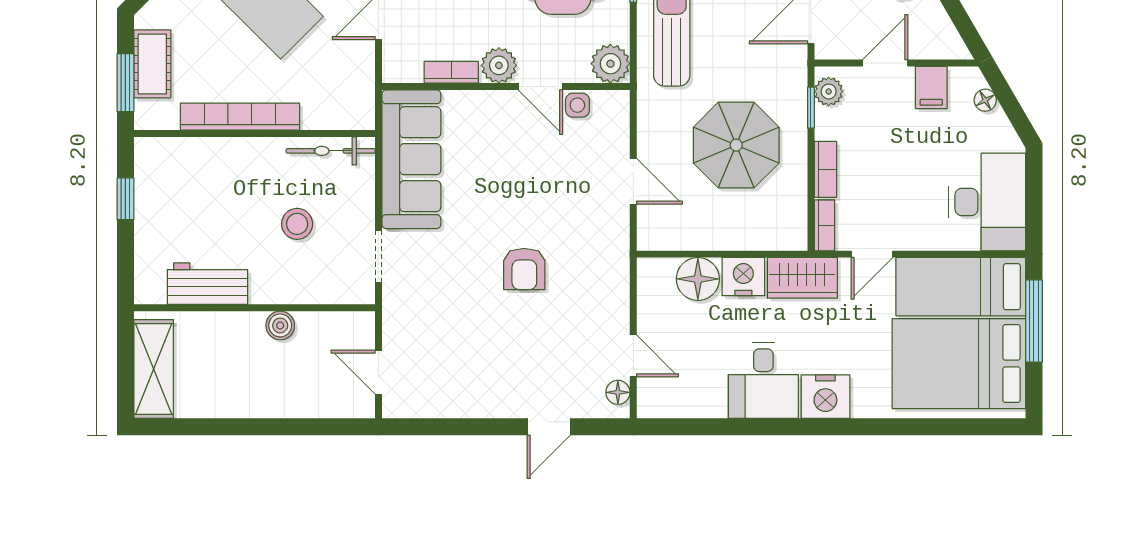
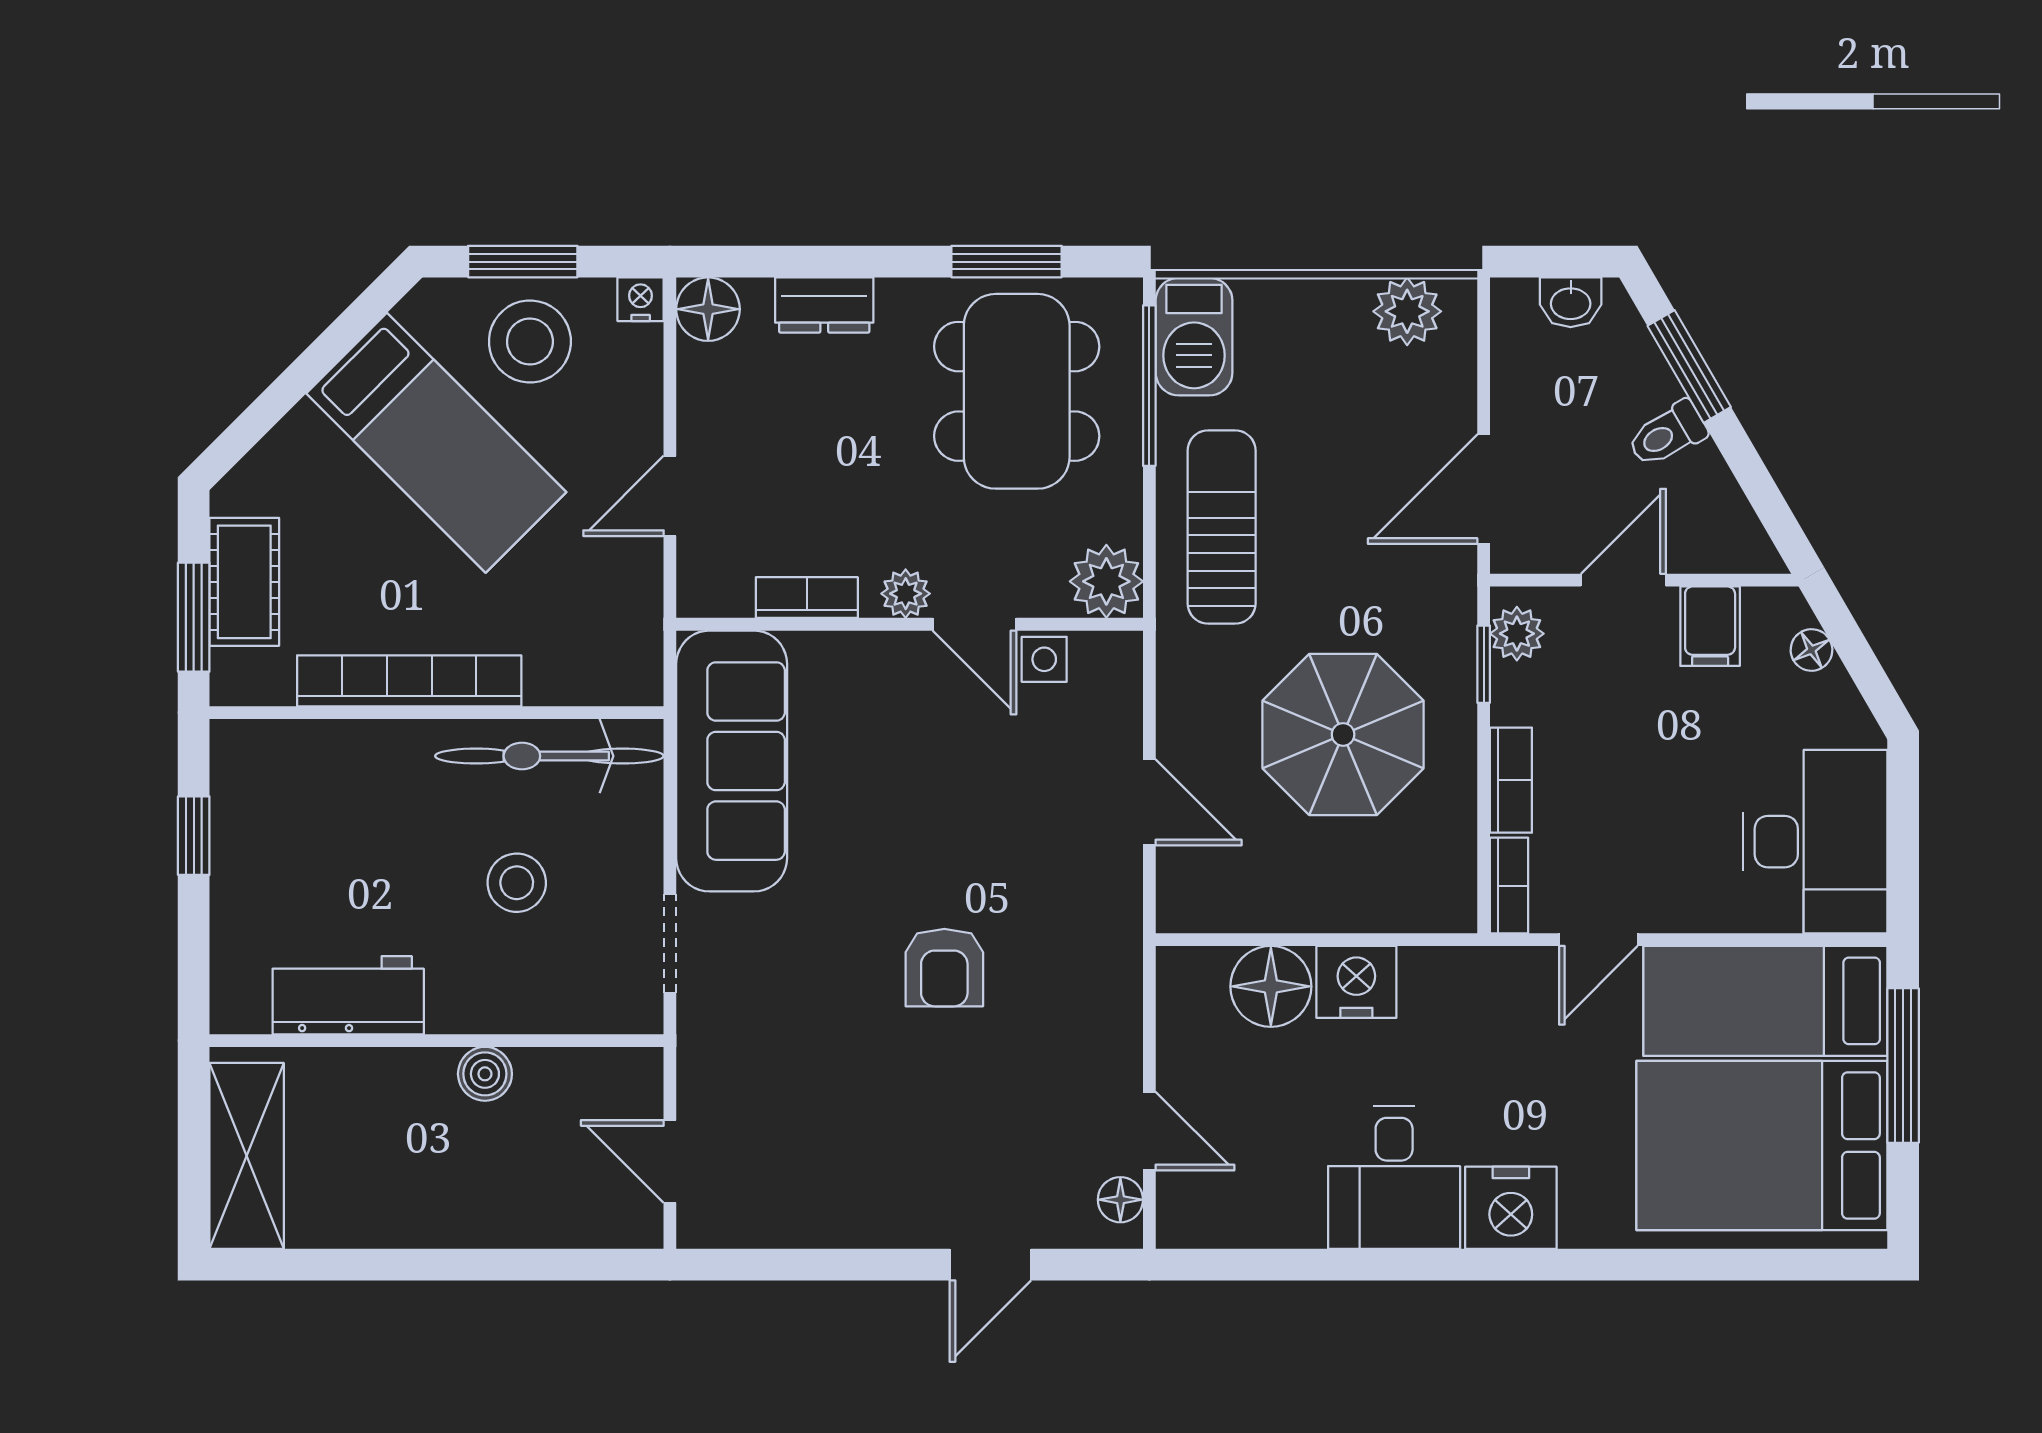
plant: (499, 65) -> (906, 594), width x0.73, depth x0.73
bicycle: (331, 151) -> (549, 756), width x1.37, depth x1.40
wardrobe: (802, 278) -> (1467, 984), removed

